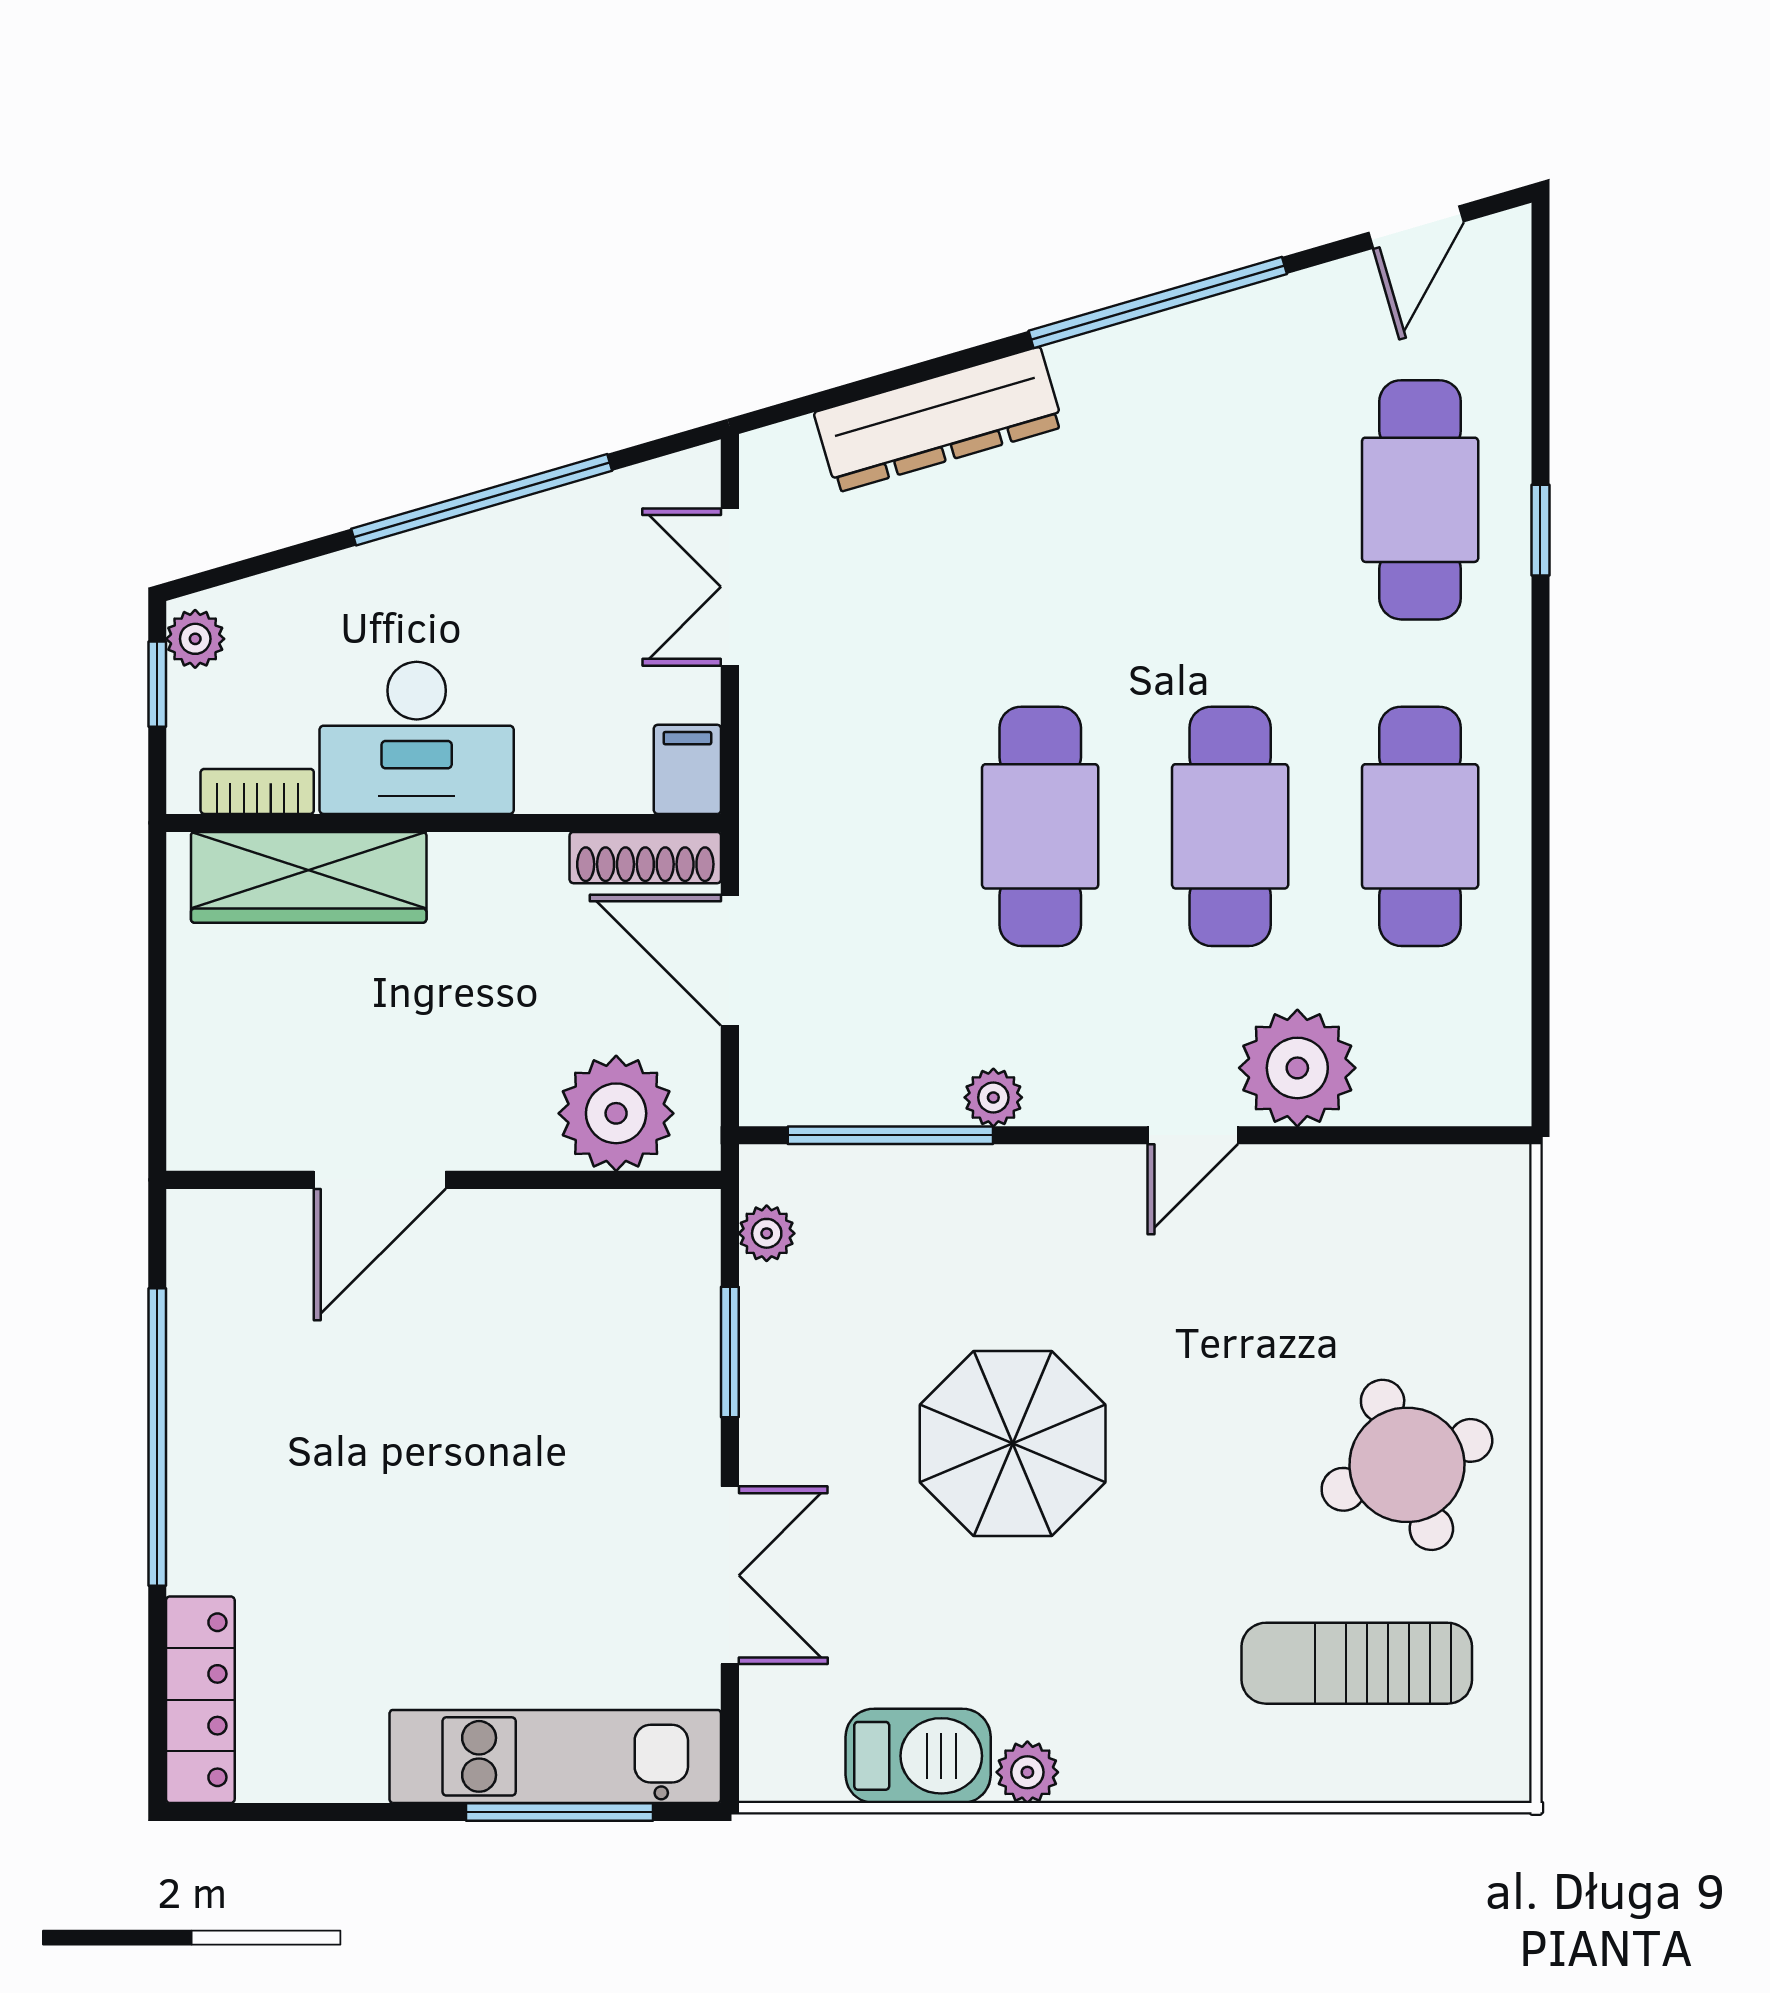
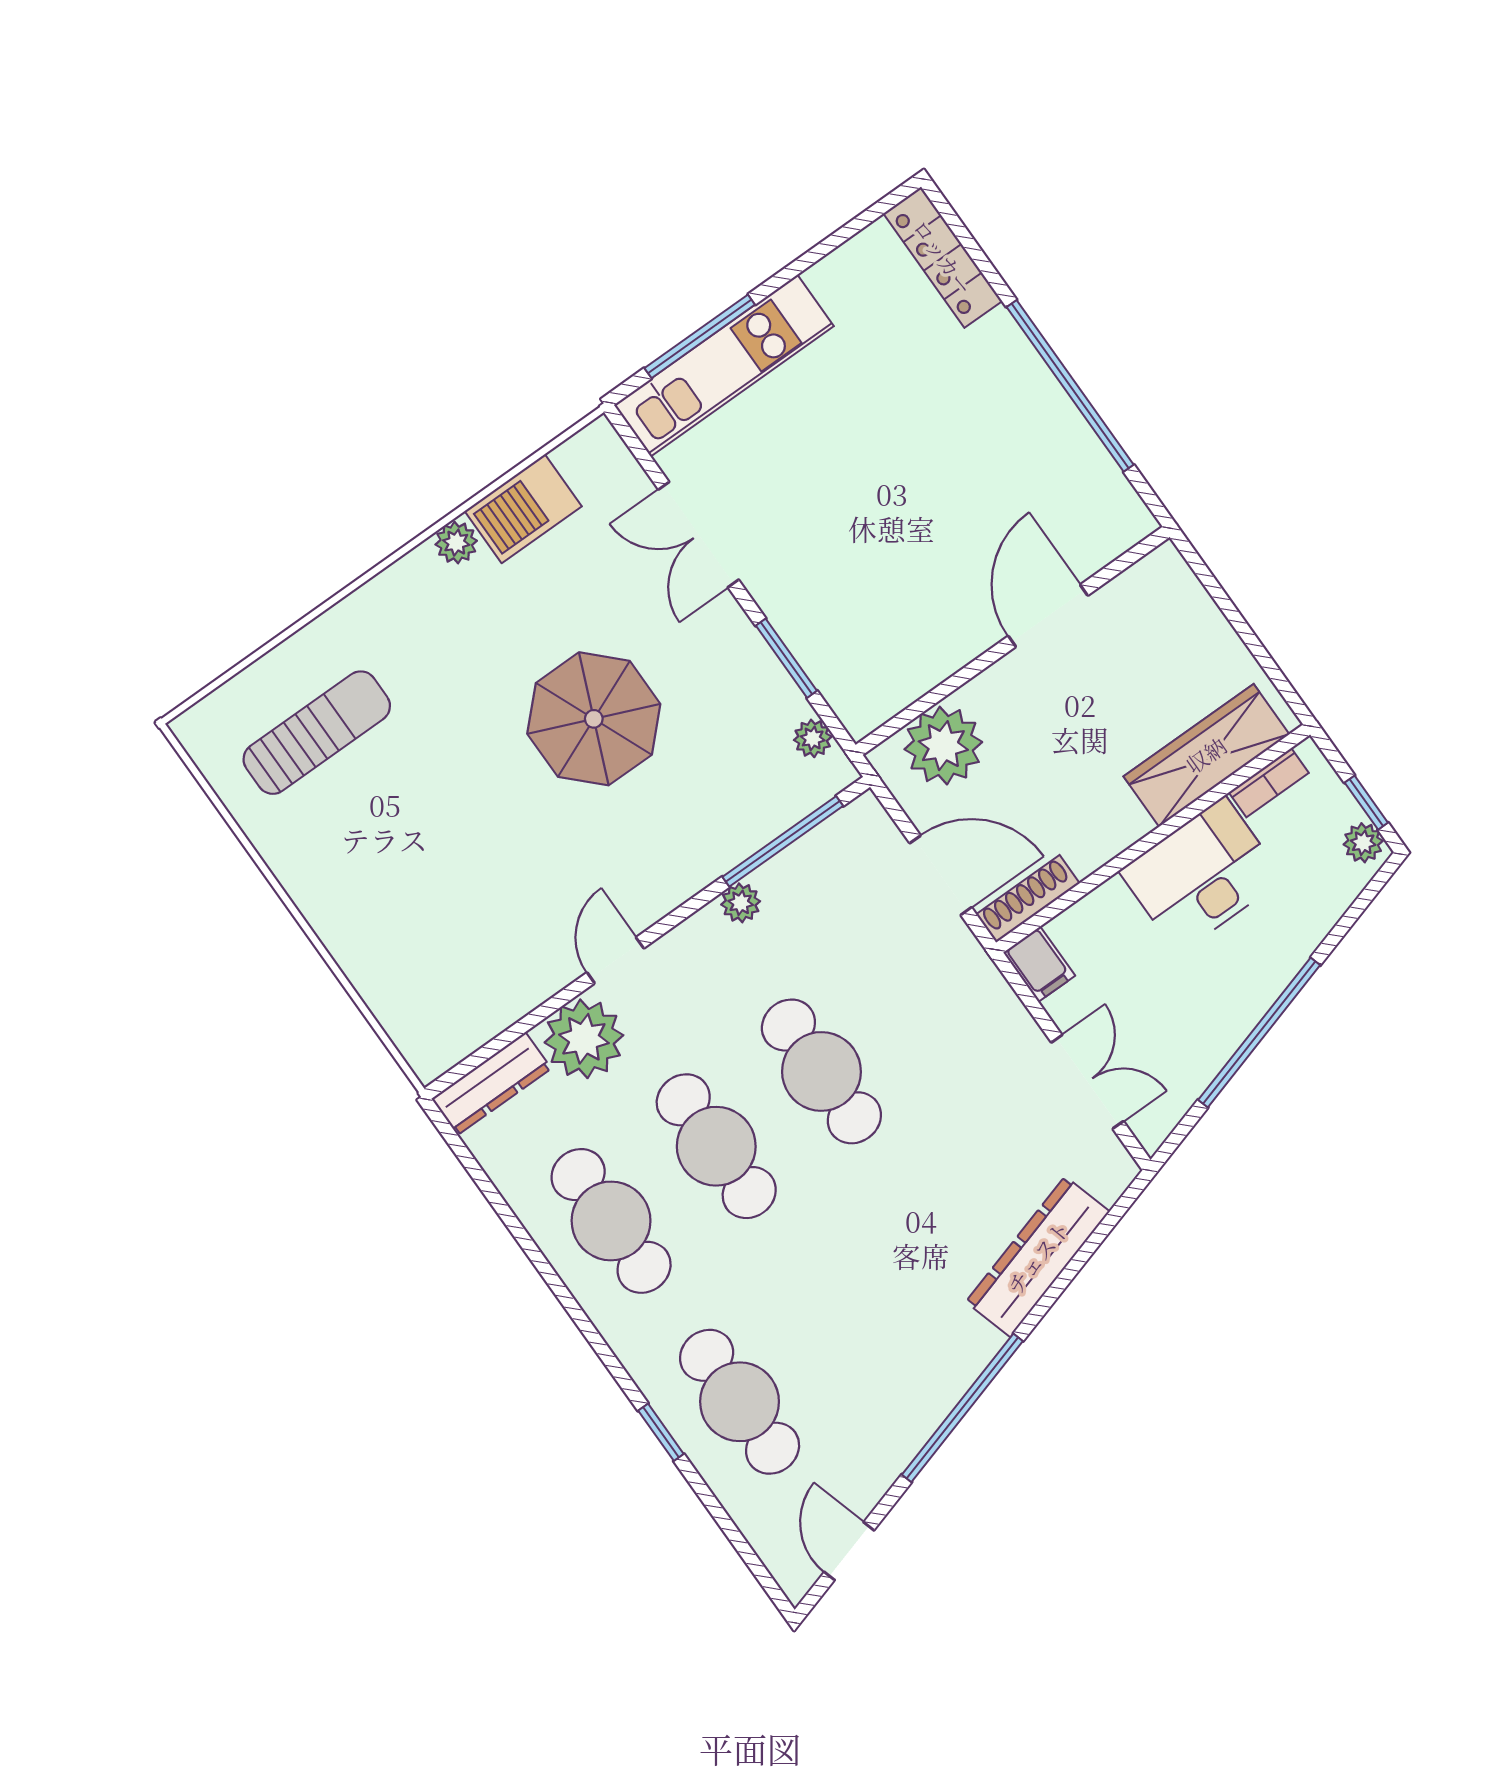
dresser: (1447, 1093) -> (491, 1084), added
round table: (1407, 1465) -> (367, 862), removed

